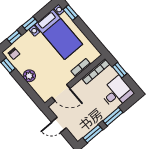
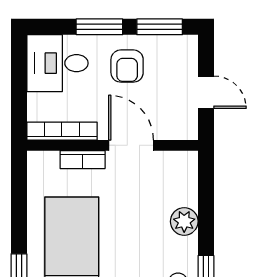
window: (120, 70) -> (19, 98), removed
door: (61, 93) -> (131, 145), moved
armchair: (93, 111) -> (127, 66), added

